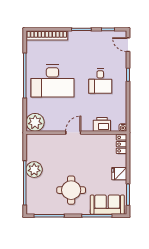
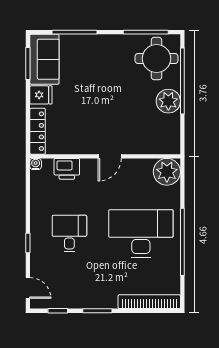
locker: (121, 144) -> (38, 131), width x1.53
round table: (71, 190) -> (157, 59), moved
sofa: (107, 205) -> (44, 59), moved, turned -90

